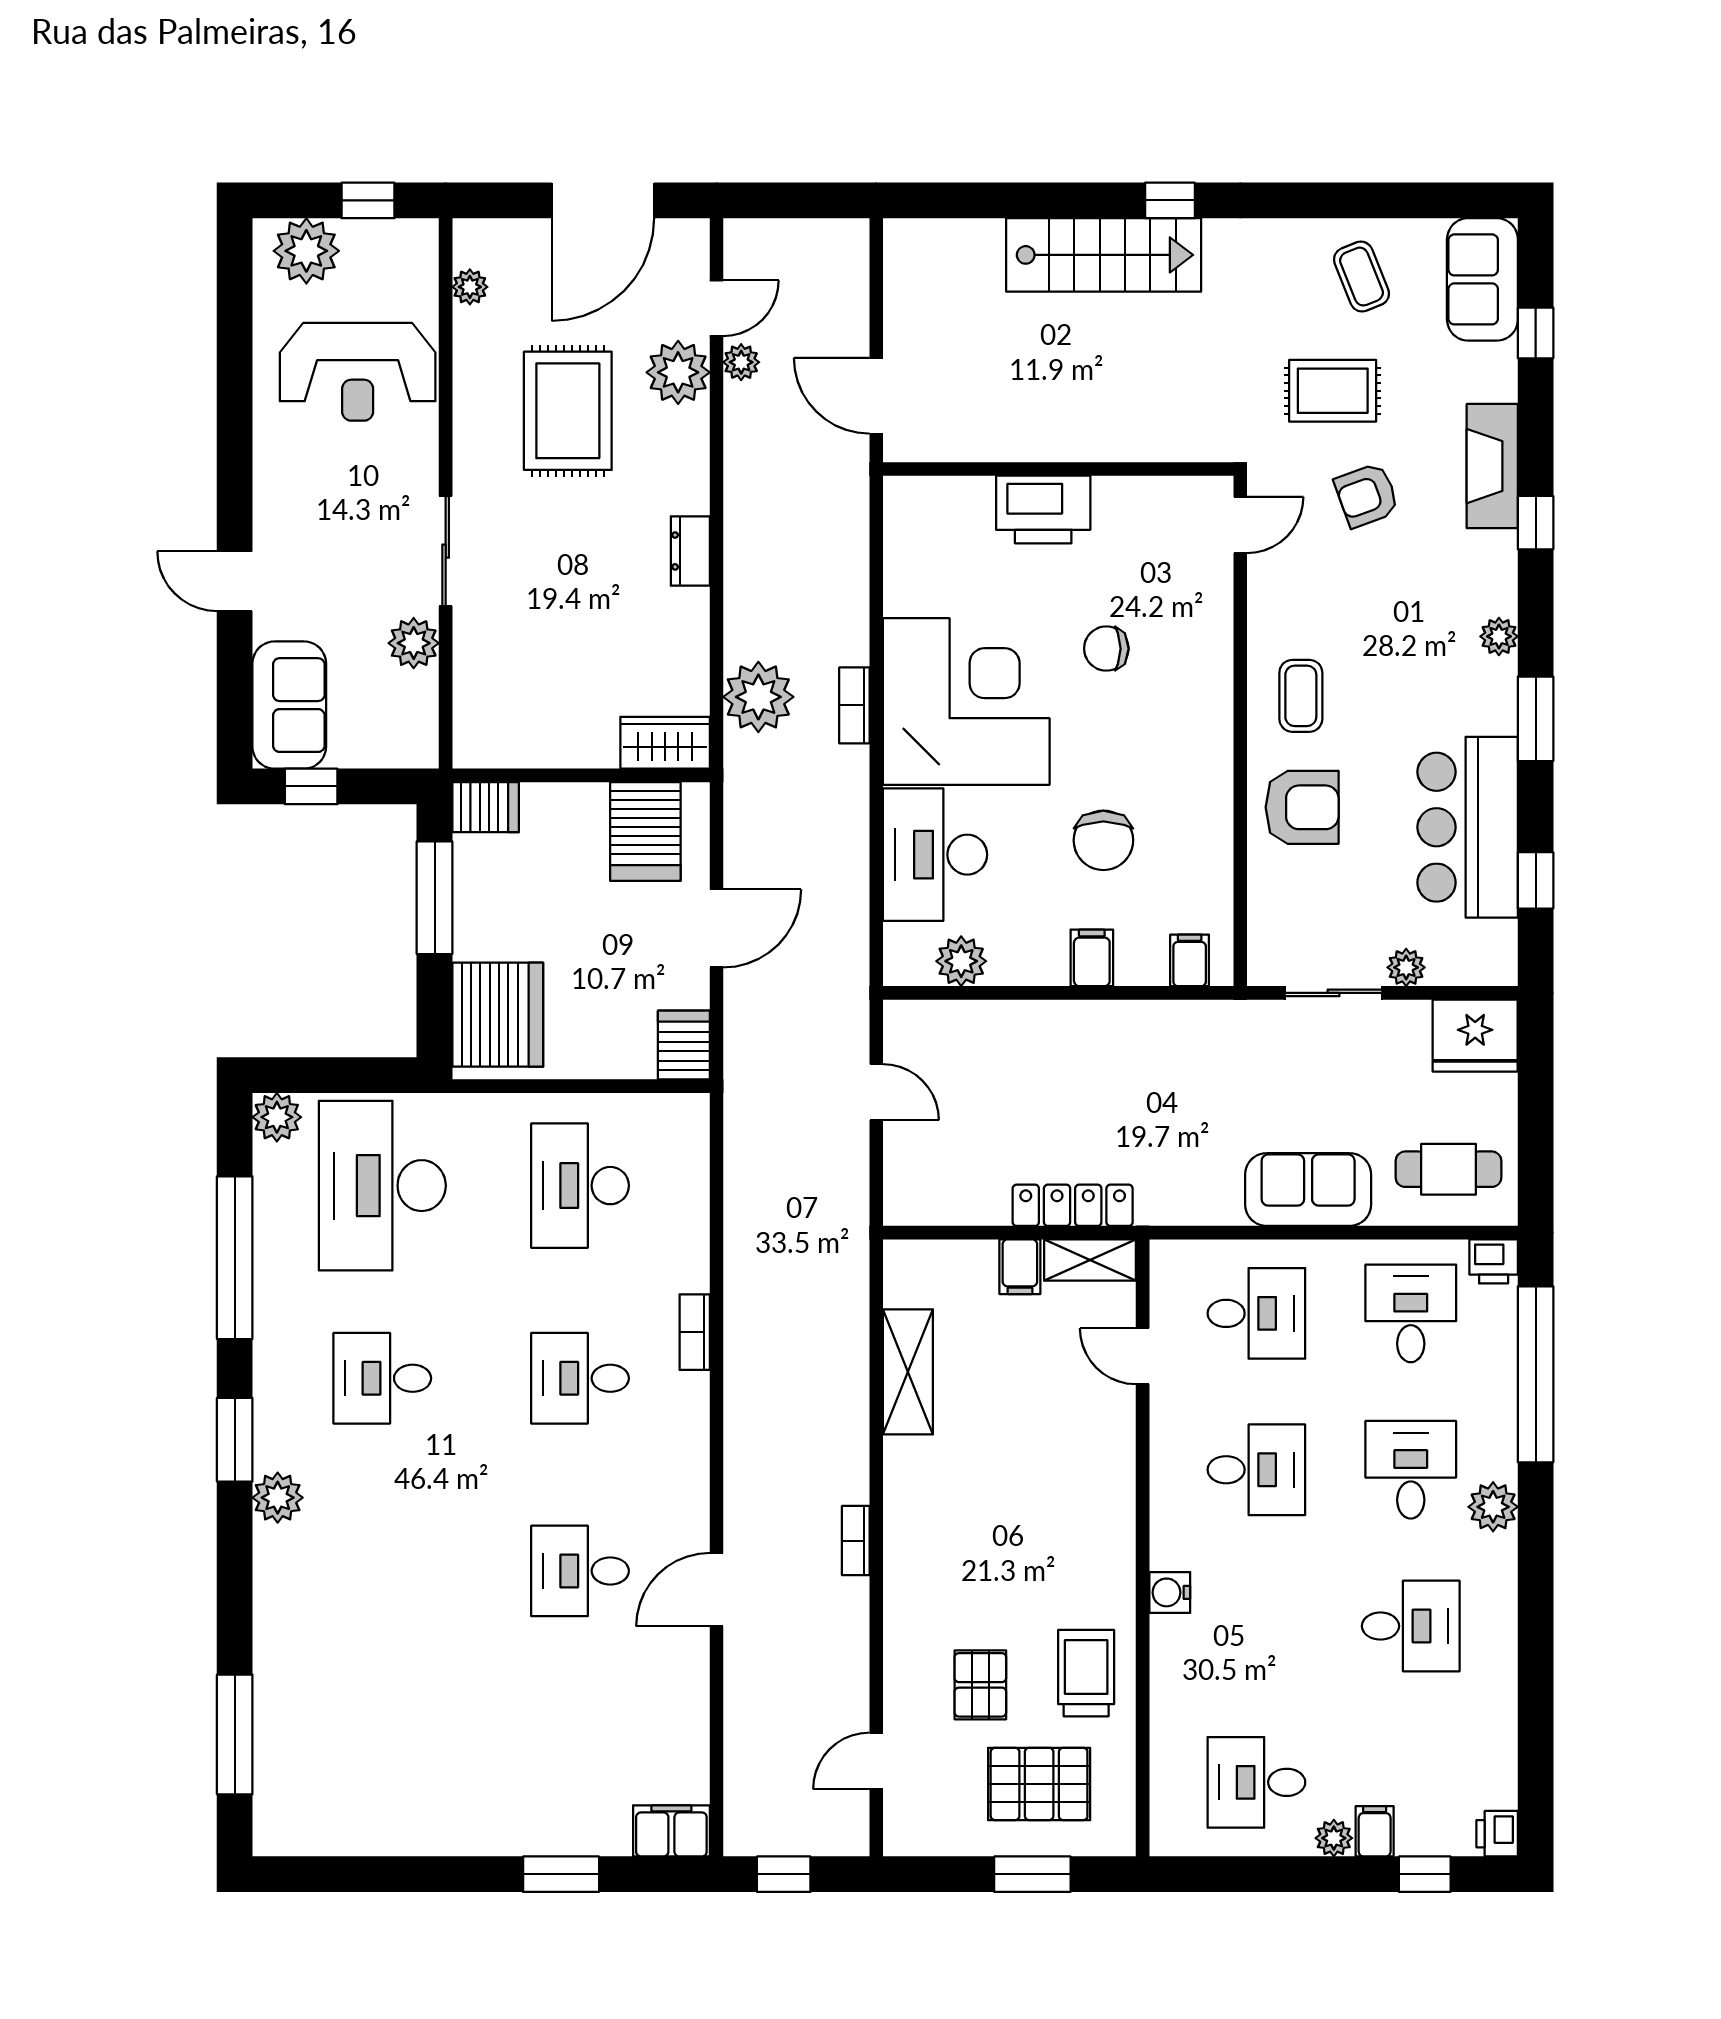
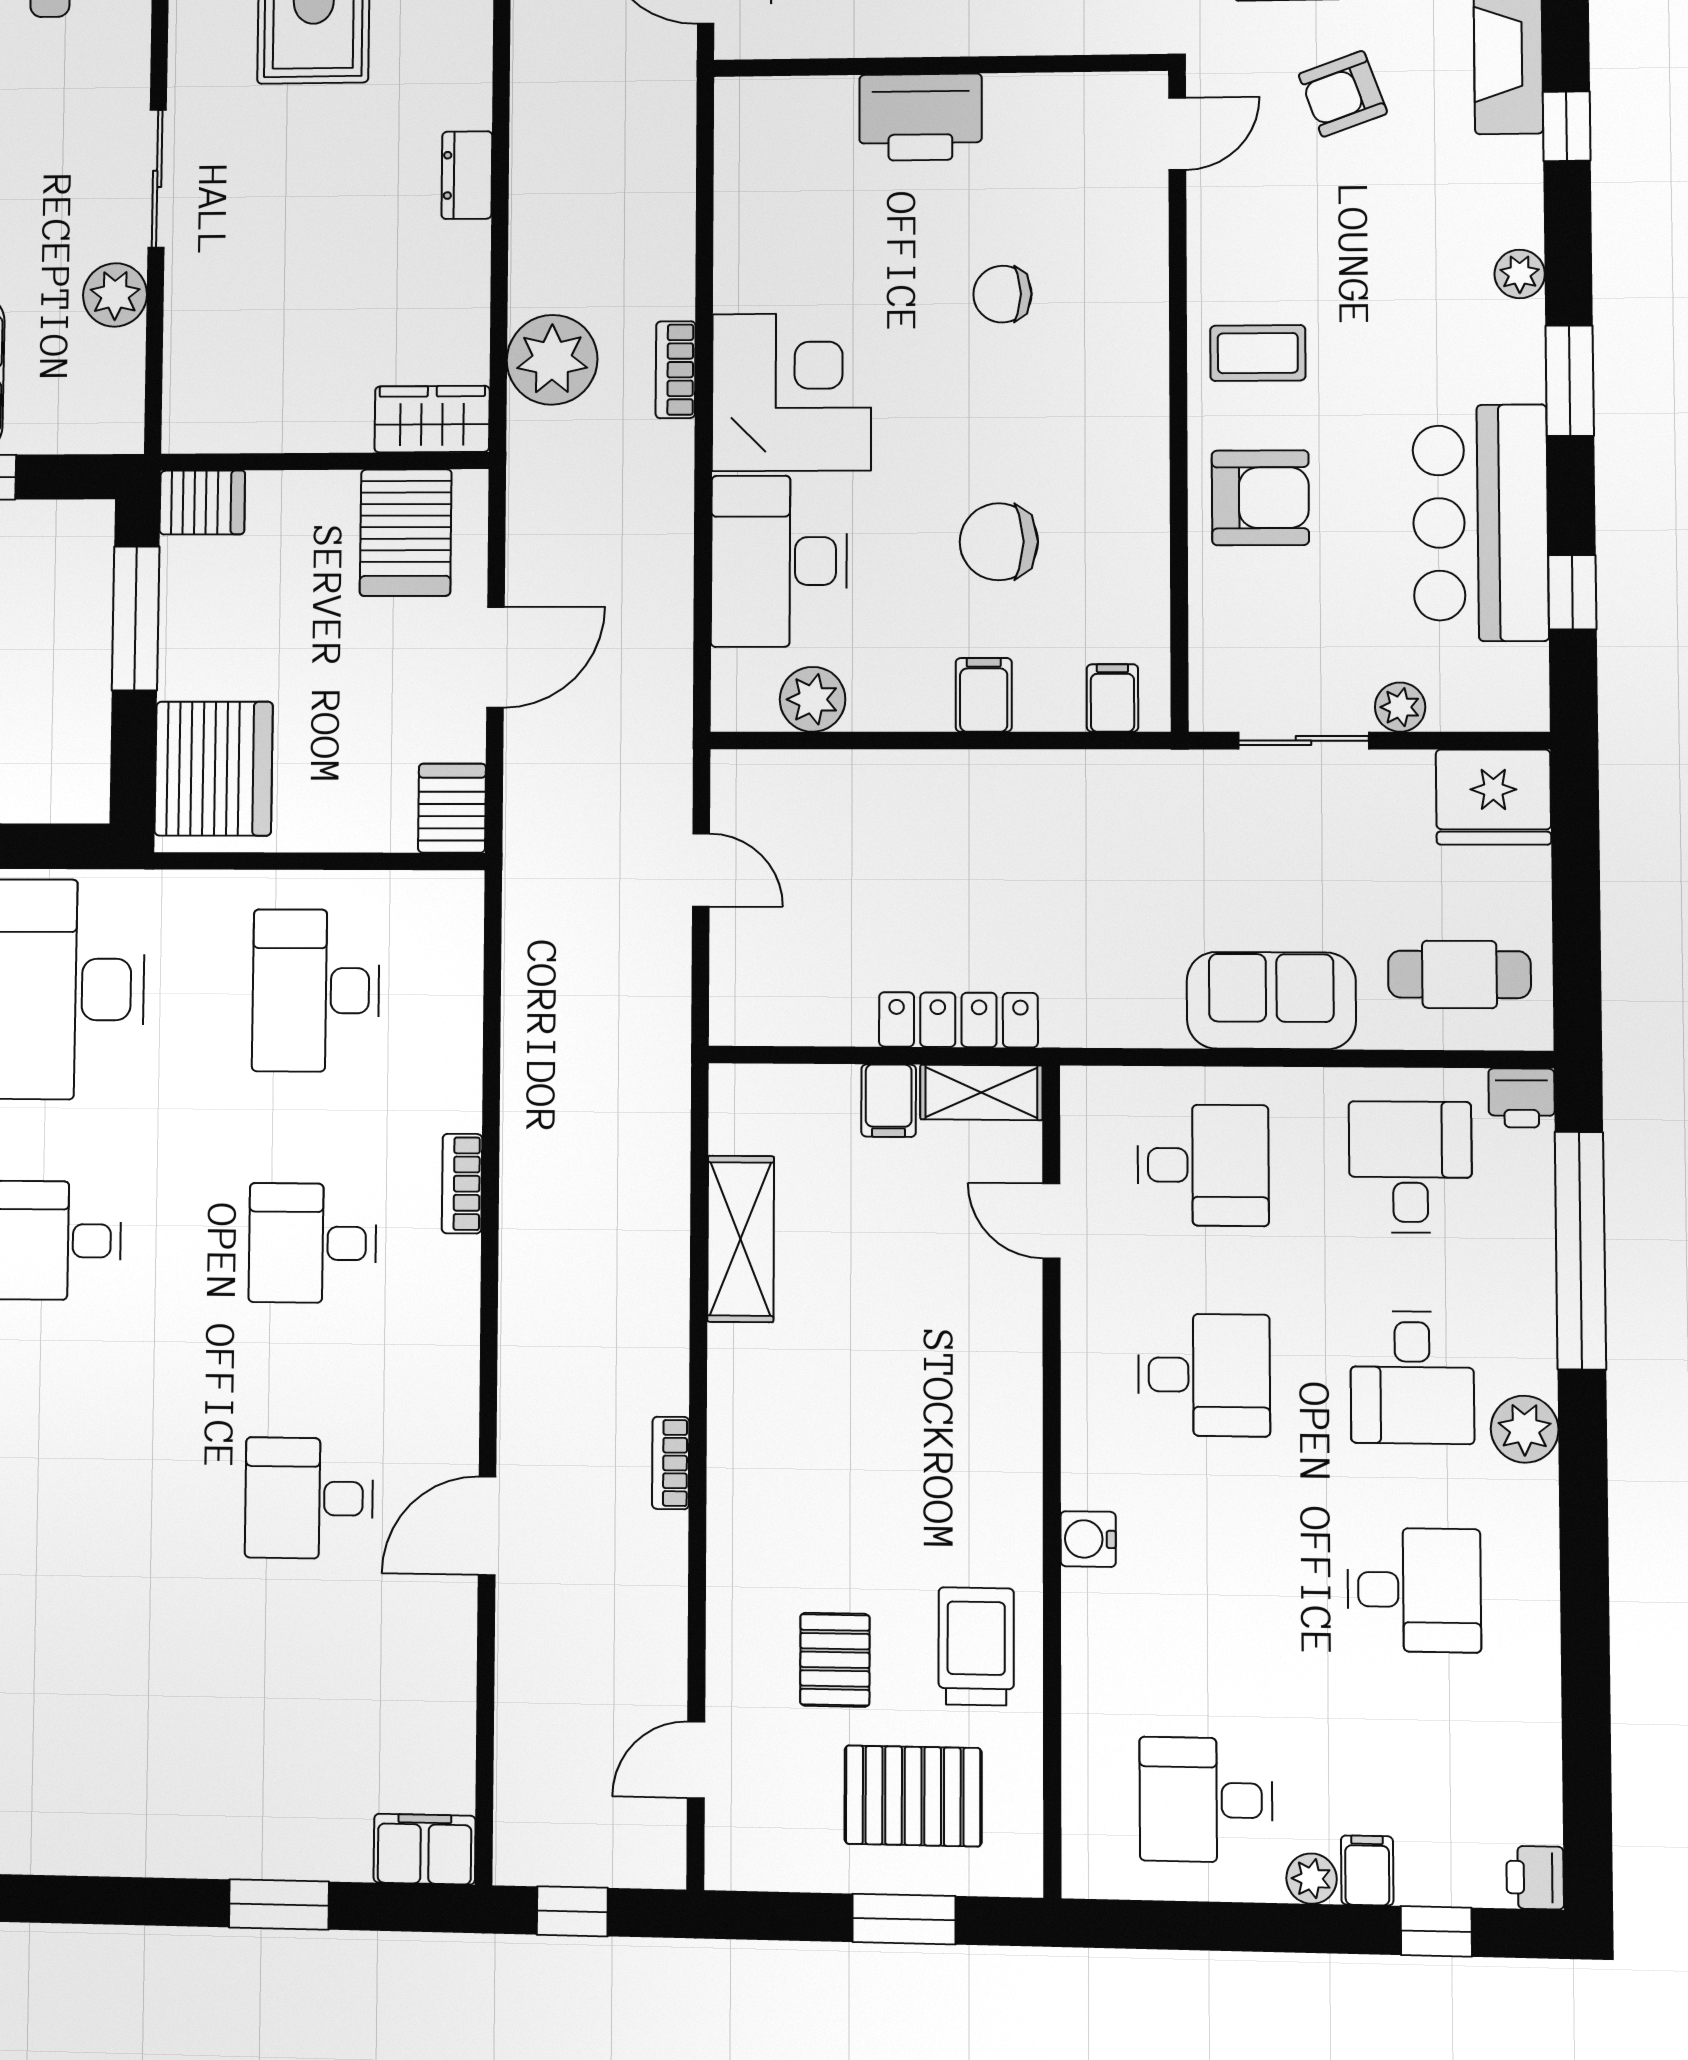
coffee table: (1301, 696) -> (1258, 353), turned 90
corner desk: (966, 701) -> (792, 392), width x0.74, depth x0.74
chair: (1103, 840) -> (999, 542), turned 90
desk: (1411, 1470) -> (1412, 1378), turned 180

